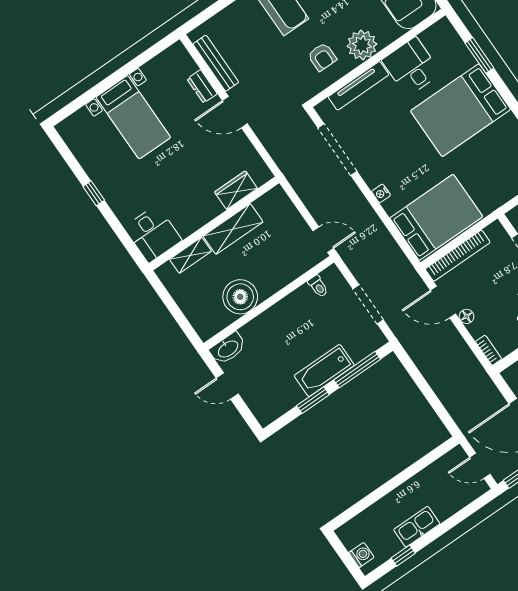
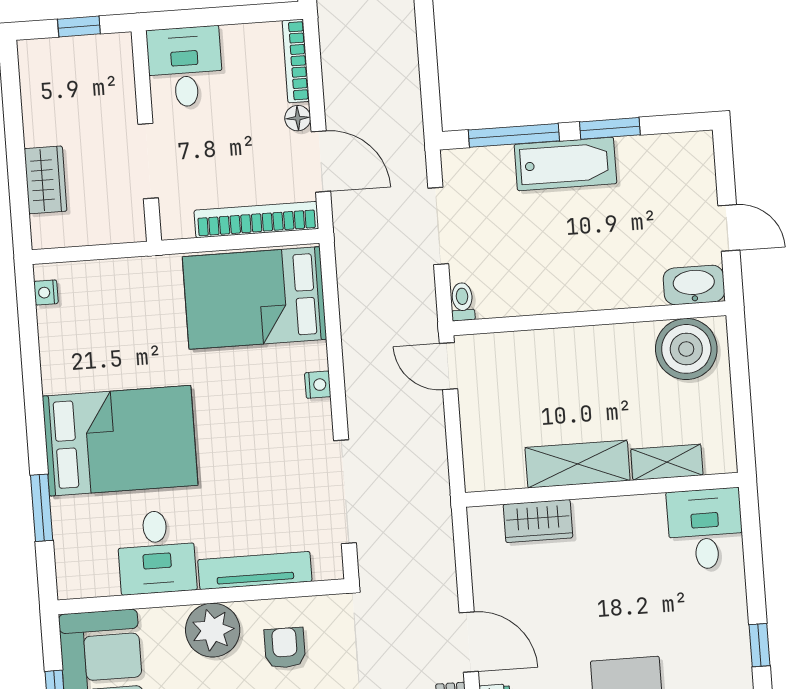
toilet: (318, 286) -> (462, 302), moved
boiler: (240, 297) -> (686, 349), moved
bookcase: (489, 350) -> (296, 61), width x1.56

